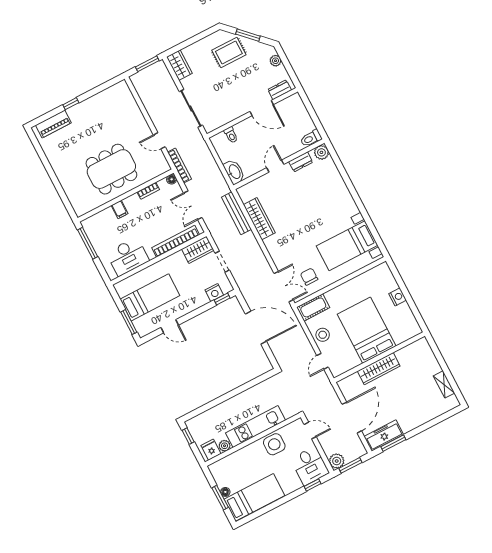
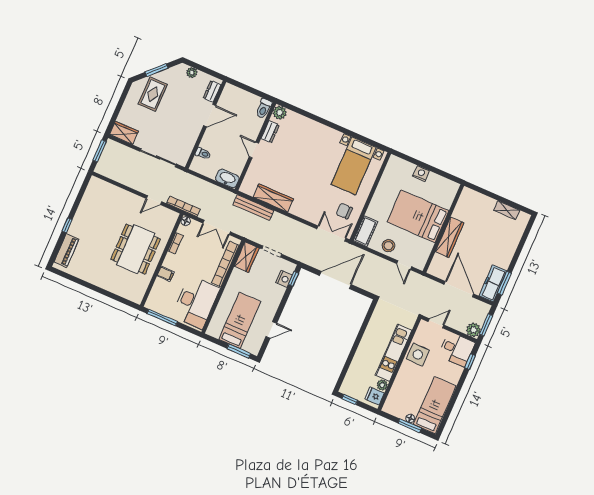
desk: (128, 257) -> (196, 302), width x1.36, depth x1.30

